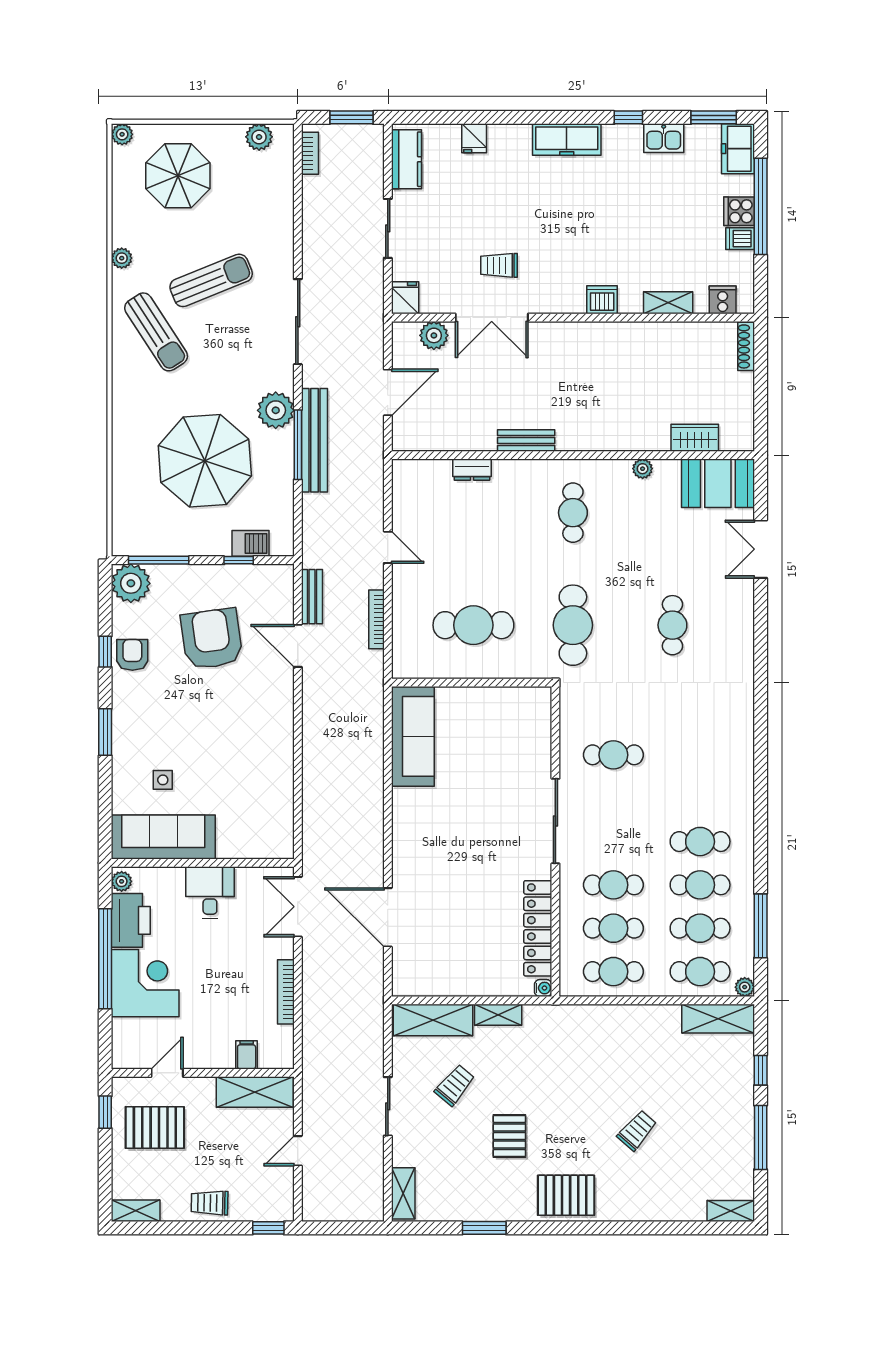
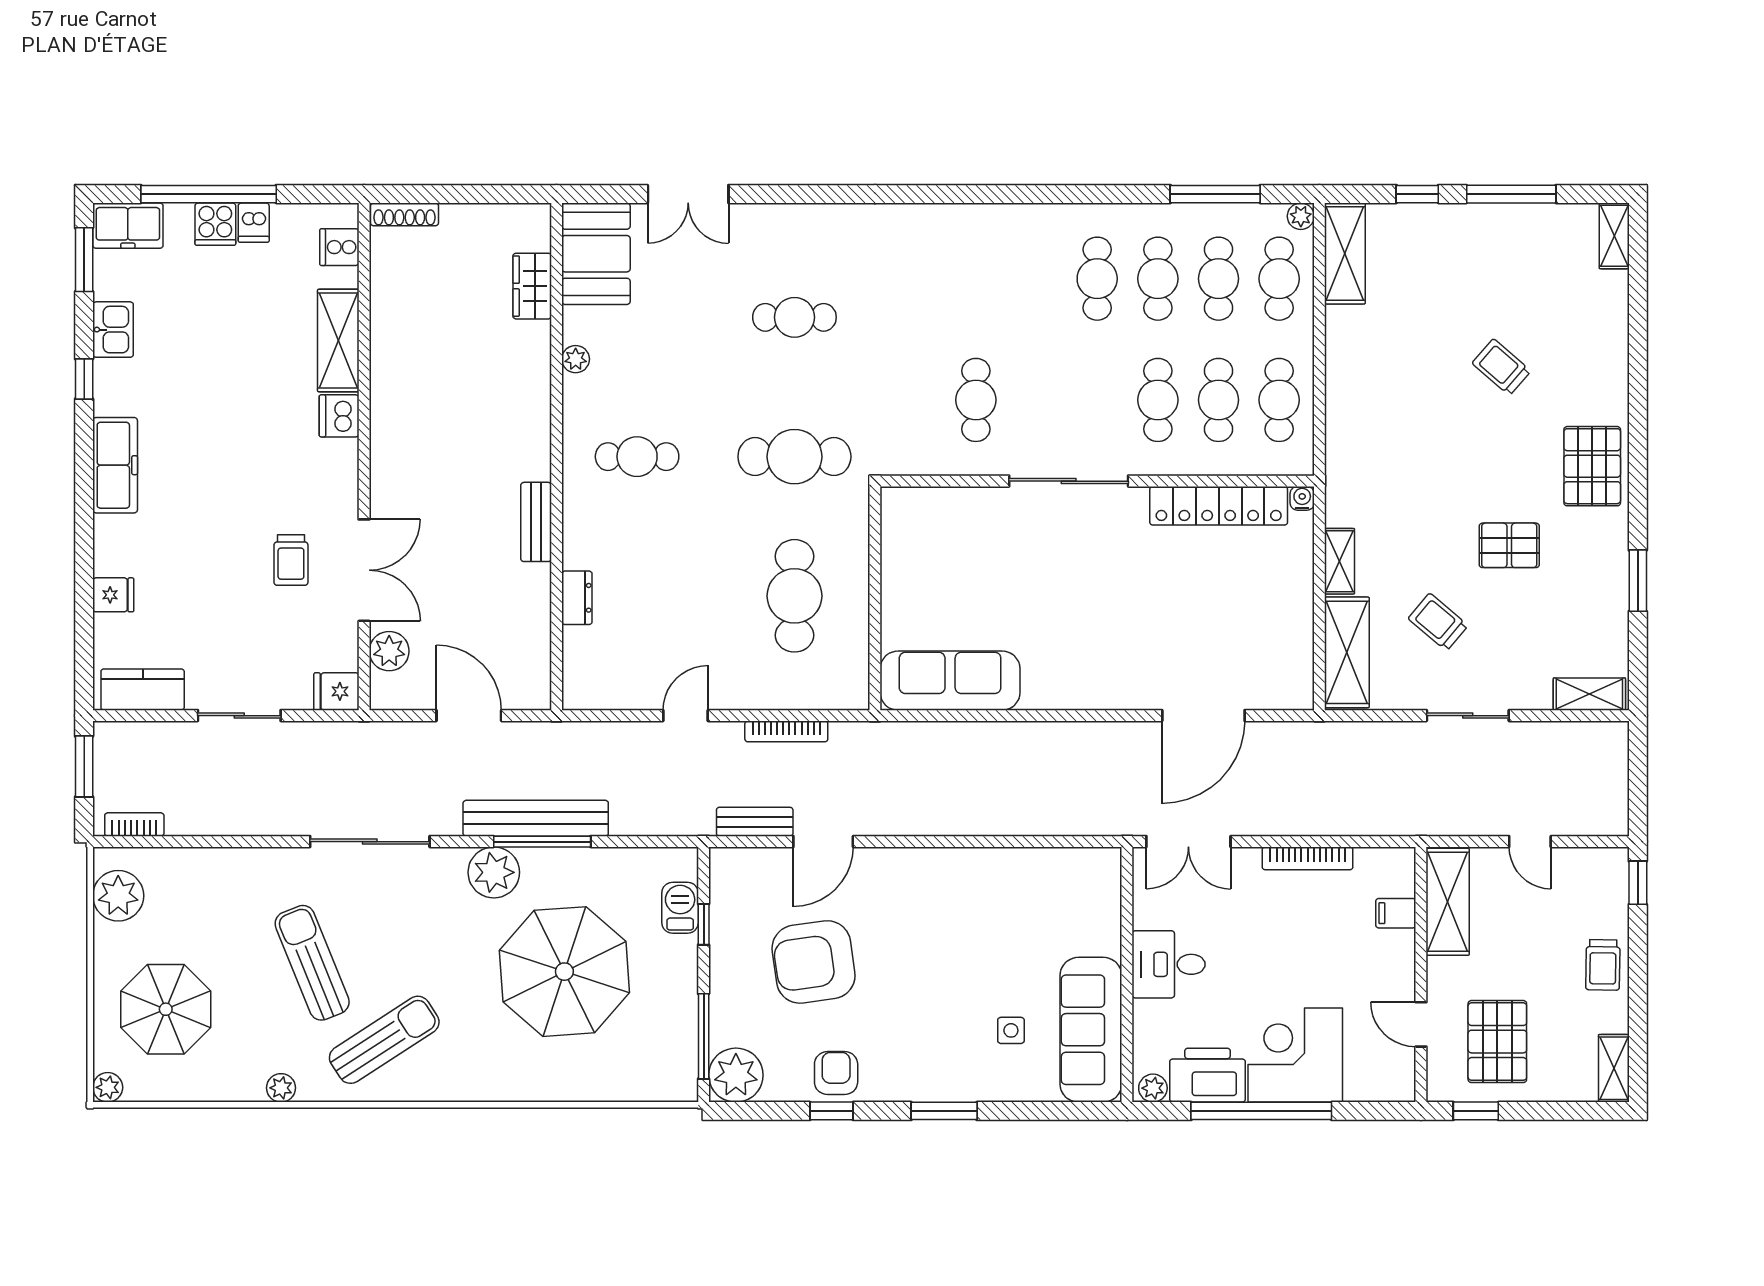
plant: (259, 137) -> (118, 896), width x1.36, depth x1.36
shelving: (668, 303) -> (338, 340), width x1.50, depth x1.33
armchair: (132, 655) -> (836, 1073), turned 90

